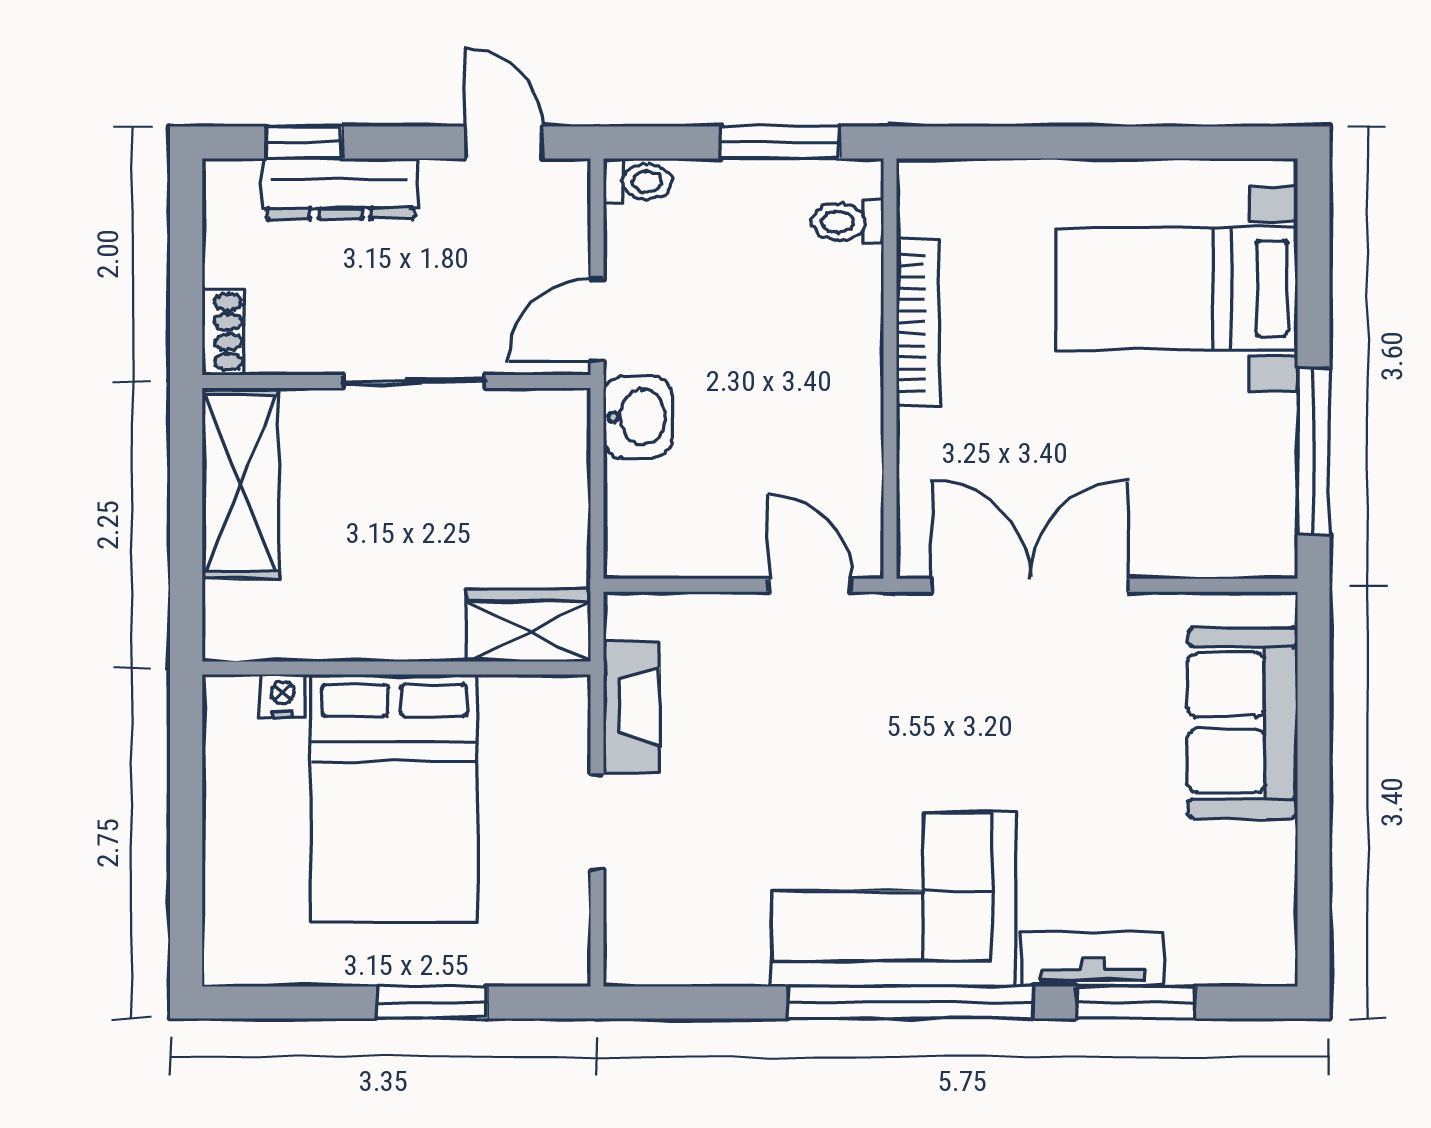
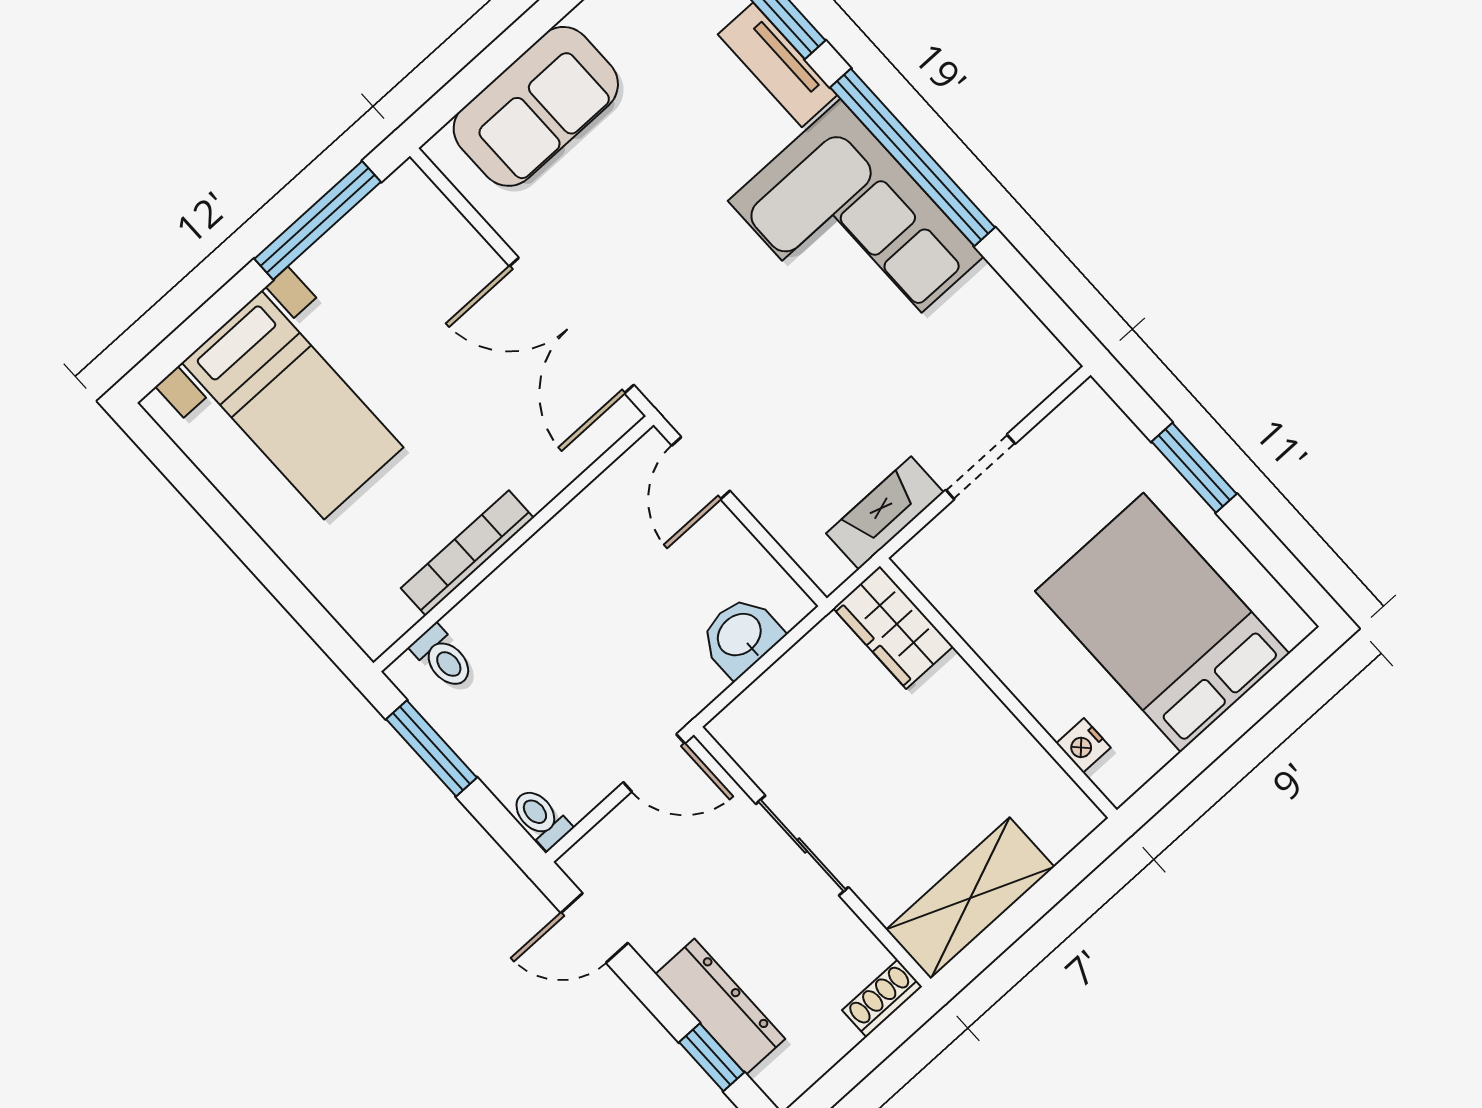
door: (503, 143) -> (594, 928), hinge flipped
washbasin: (638, 417) -> (740, 636), moved
bed: (394, 798) -> (1162, 622), moved, turned -90

